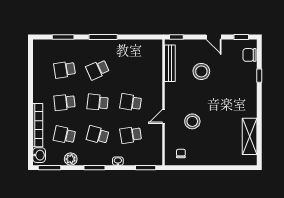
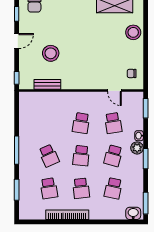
bench: (170, 63) -> (47, 84), width x0.73
door: (164, 116) -> (114, 91), moved
stool: (192, 121) -> (133, 32), moved
bookcase: (38, 125) -> (67, 215), moved
plant: (71, 159) -> (137, 148), moved

